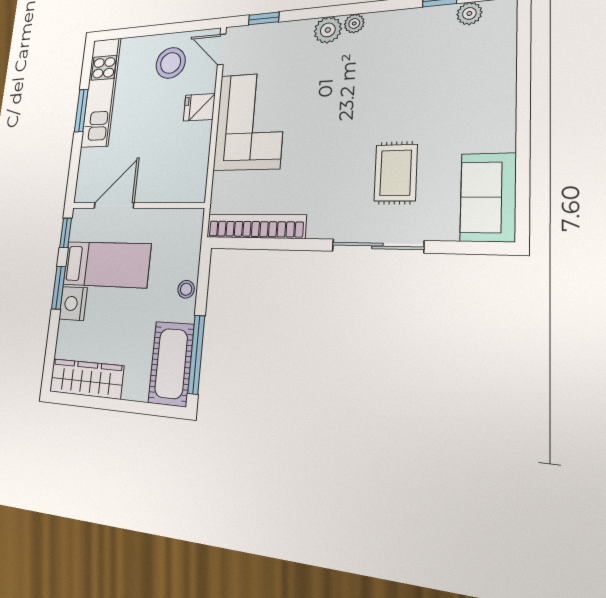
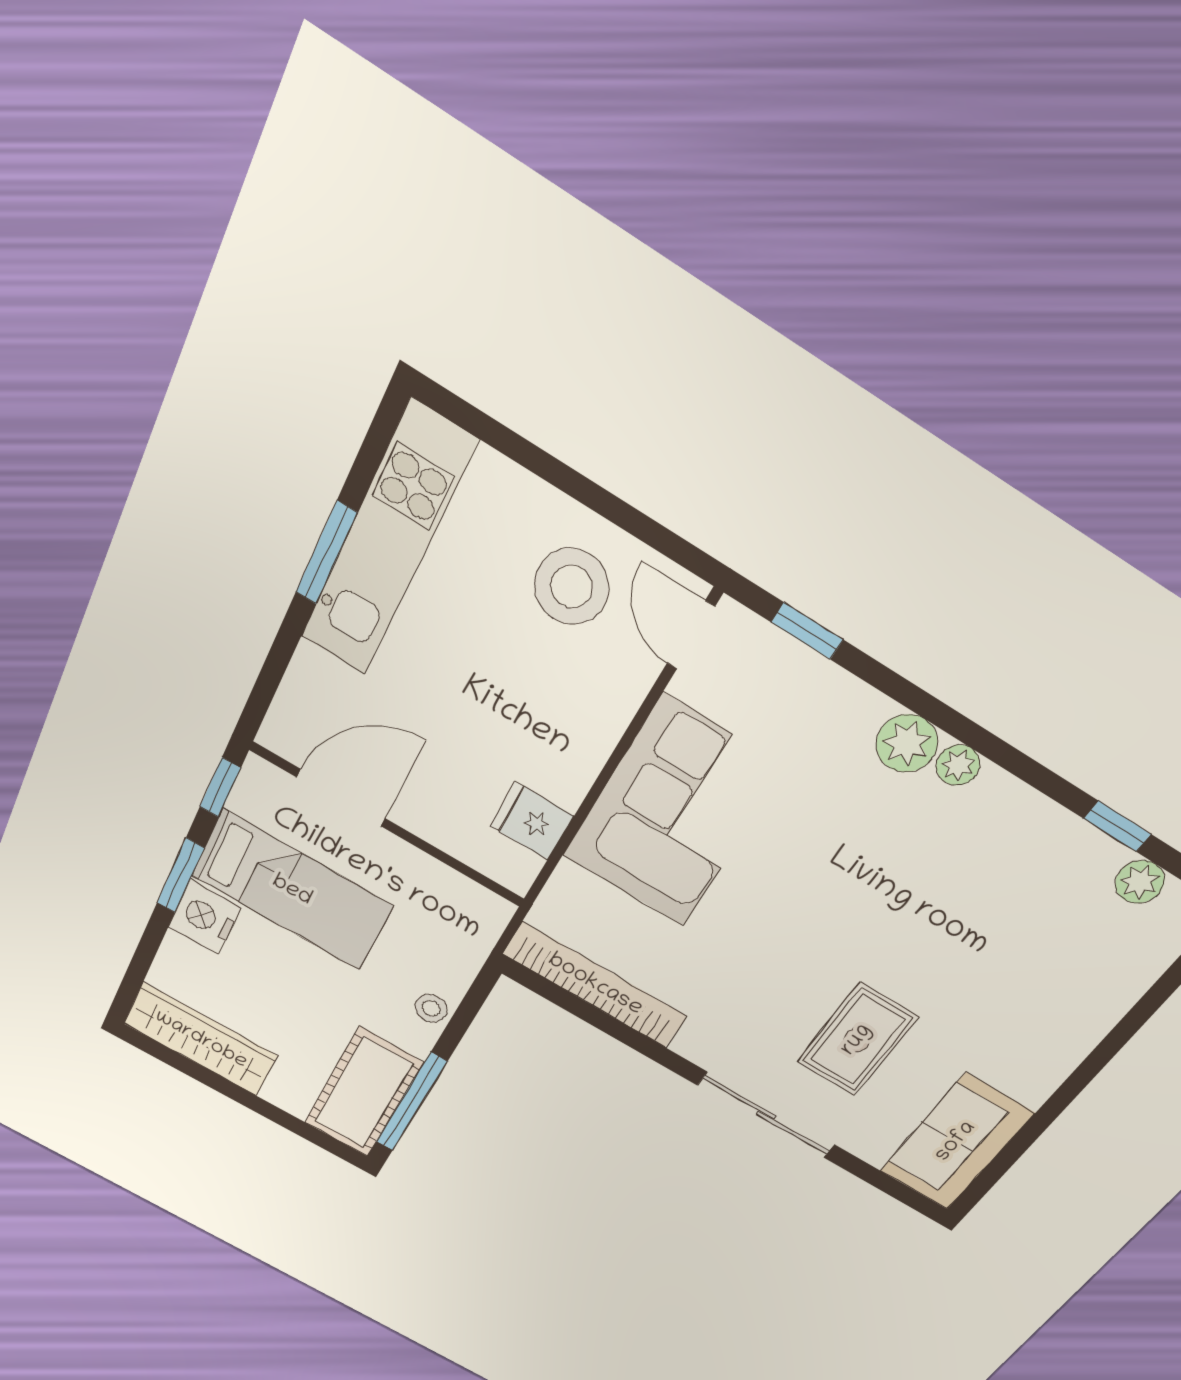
fridge: (199, 107) -> (532, 821), moved

